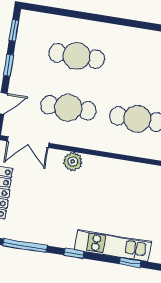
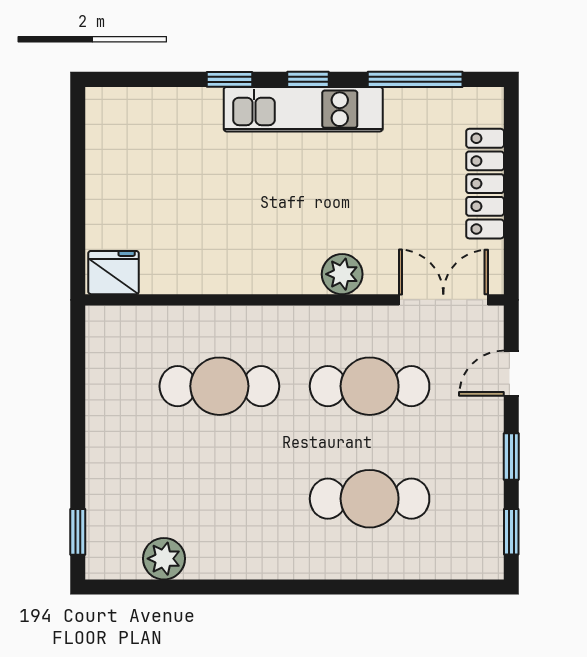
kitchen unit: (113, 246) -> (303, 109), moved
window: (130, 262) -> (230, 79), moved

